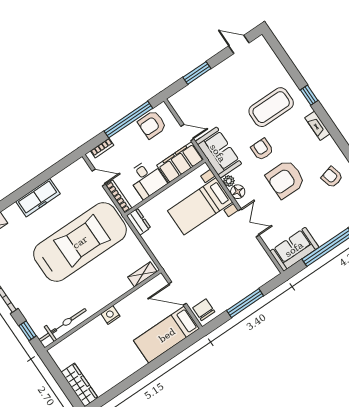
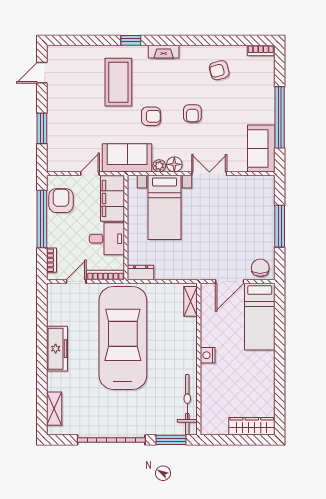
armchair: (152, 125) -> (61, 201), turned 180
armchair: (262, 149) -> (151, 116), turned 180
armchair: (285, 179) -> (192, 113), width x0.53, depth x0.53
chair: (204, 310) -> (260, 268), turned 90
window: (28, 331) -> (171, 440), width x1.50

